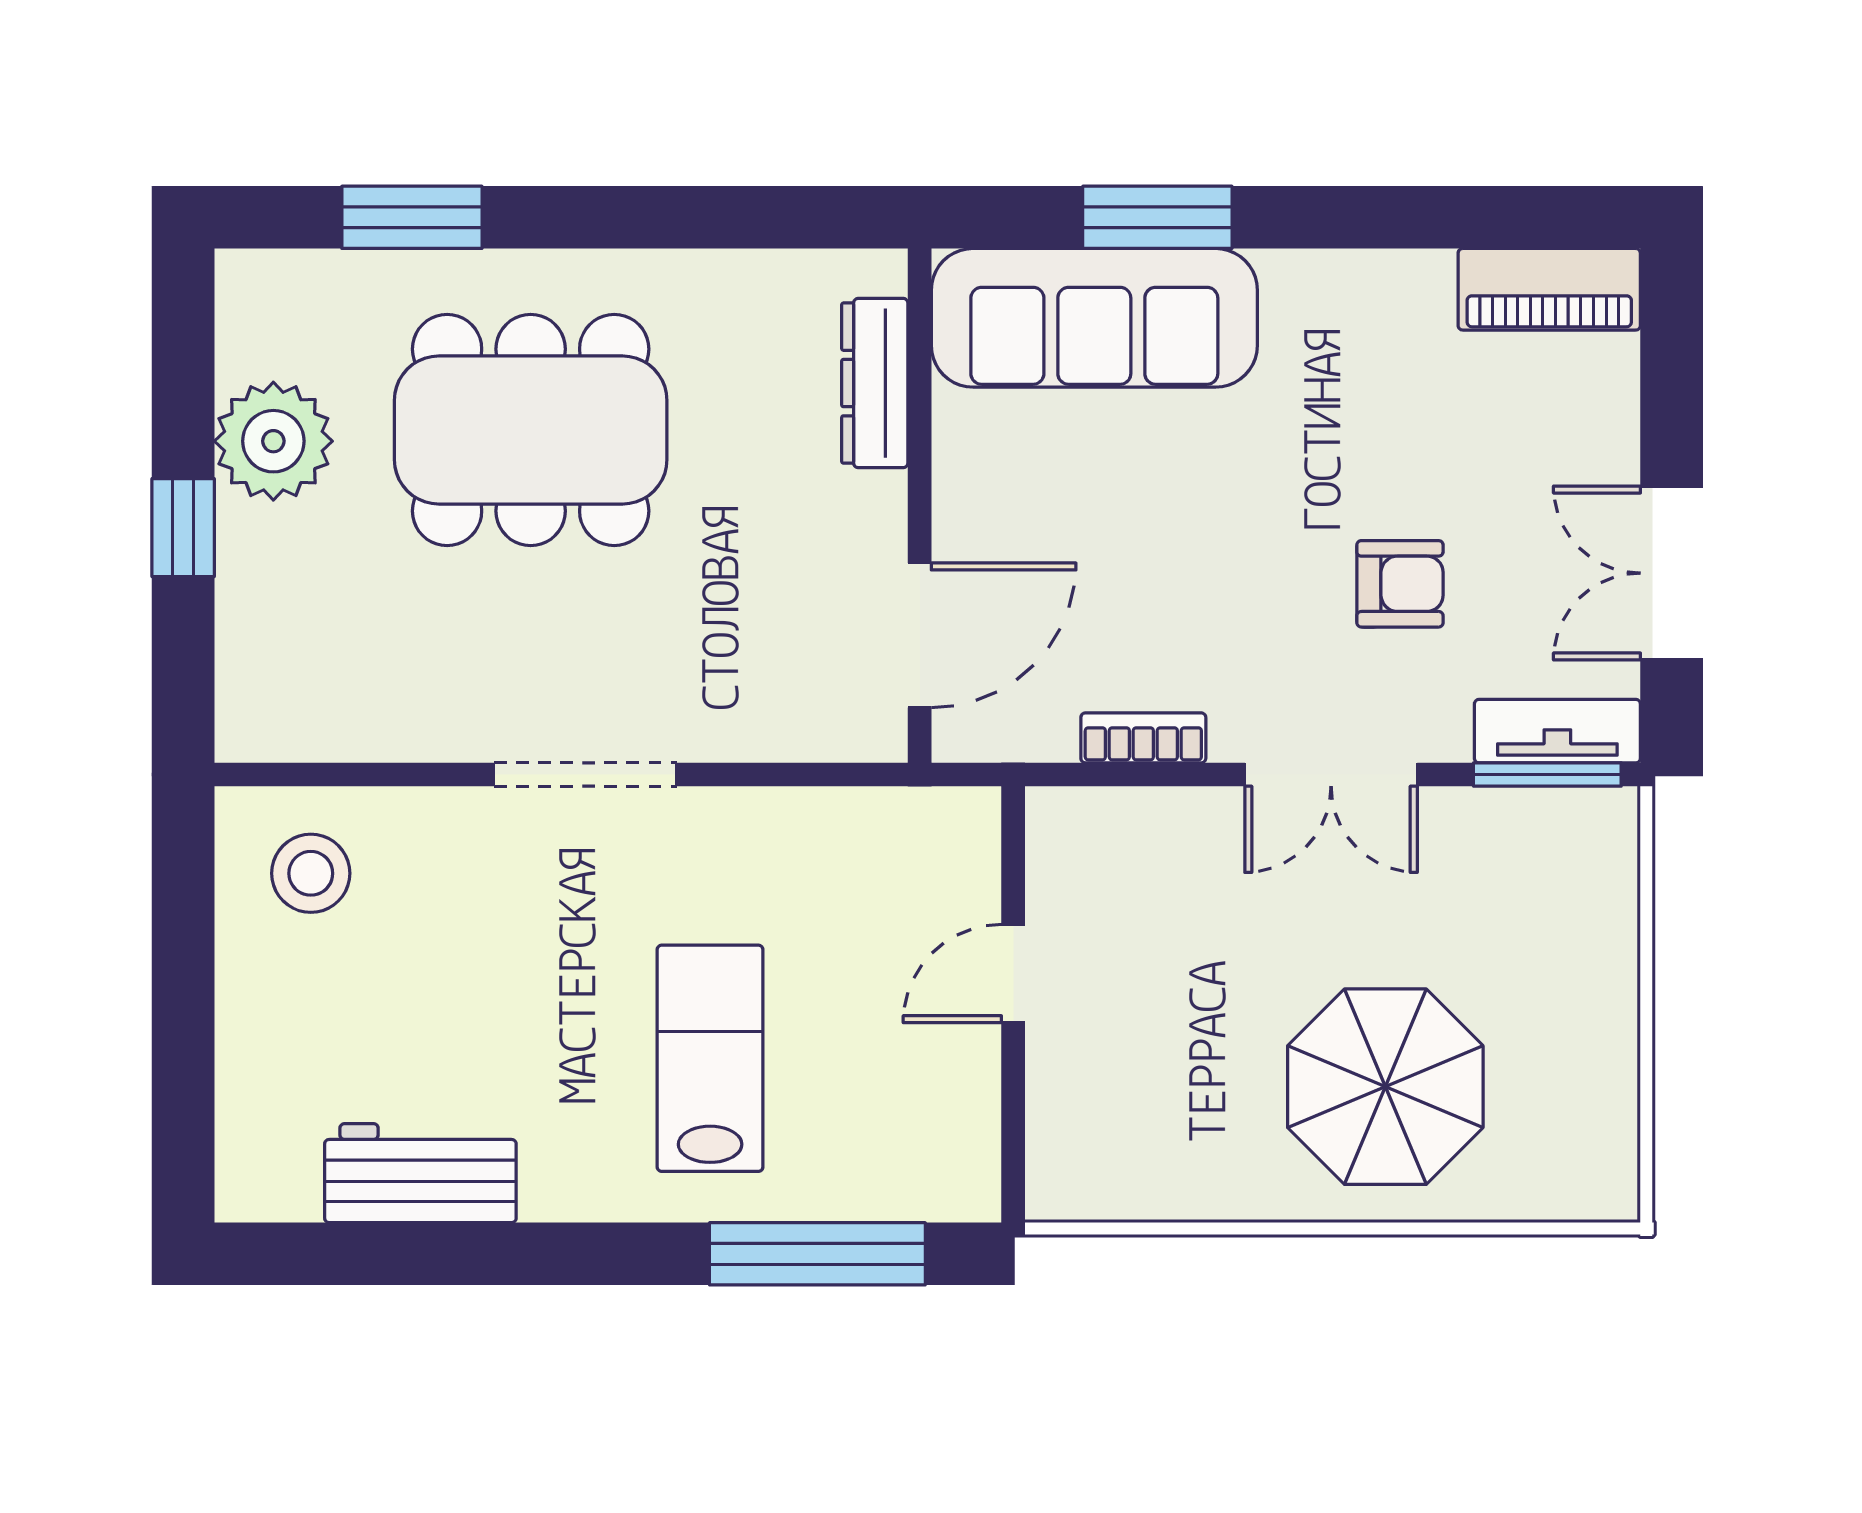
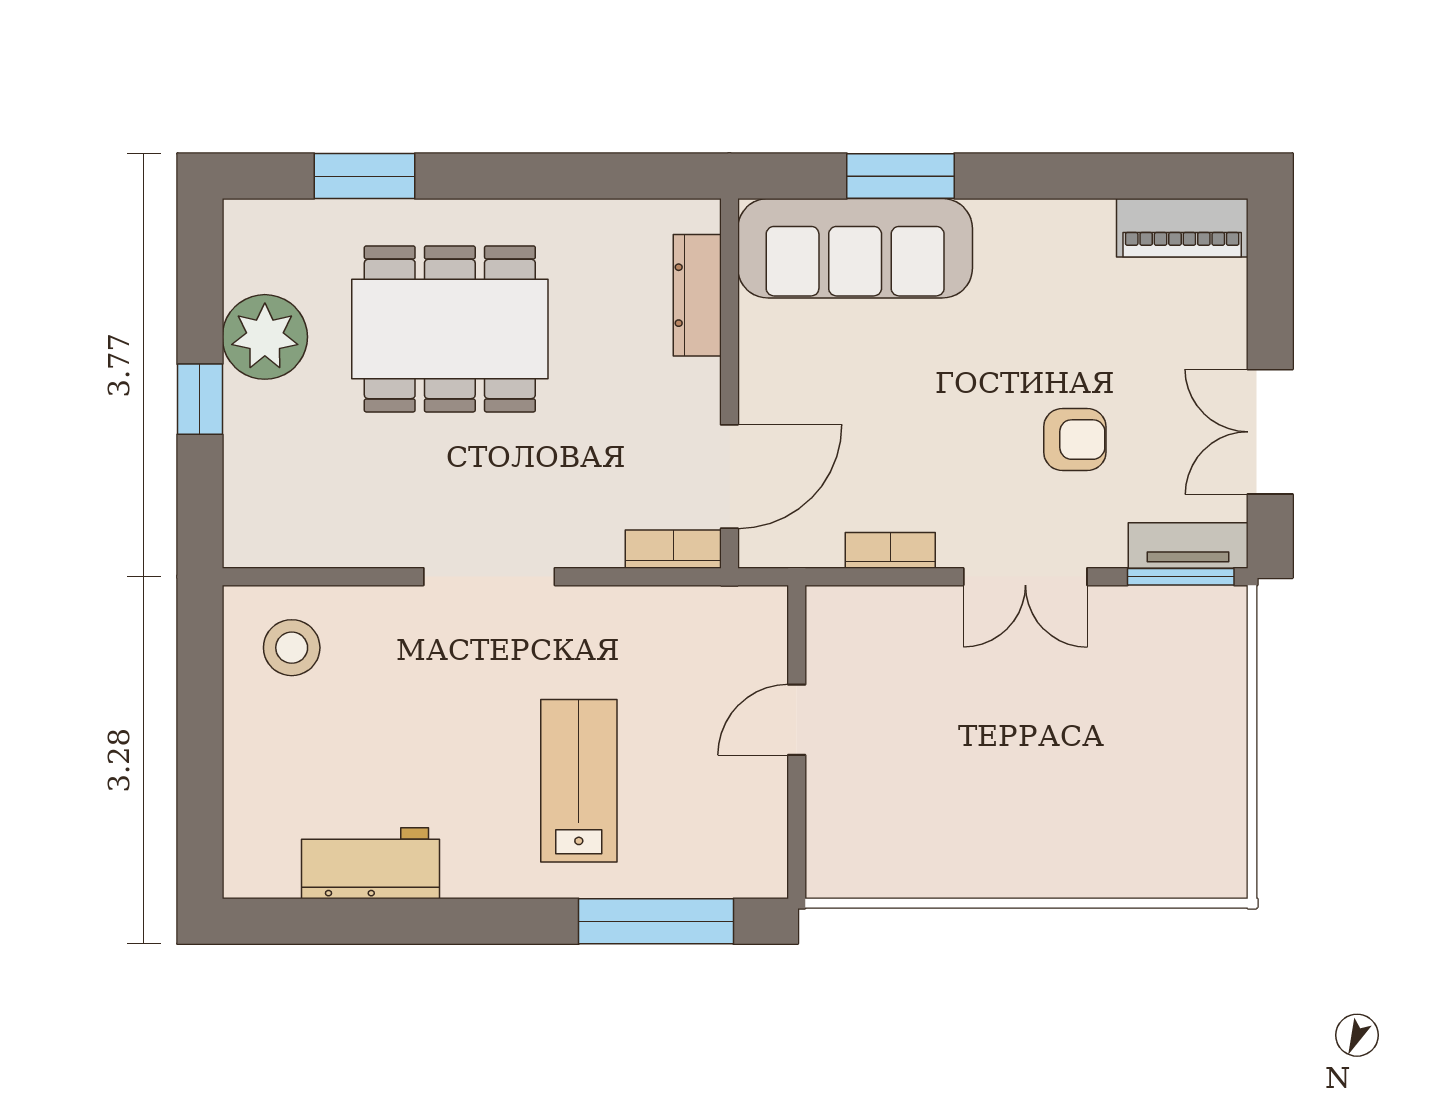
bookcase: (841, 736) -> (673, 549), added
parasol: (1385, 1087) -> (1064, 801), removed

